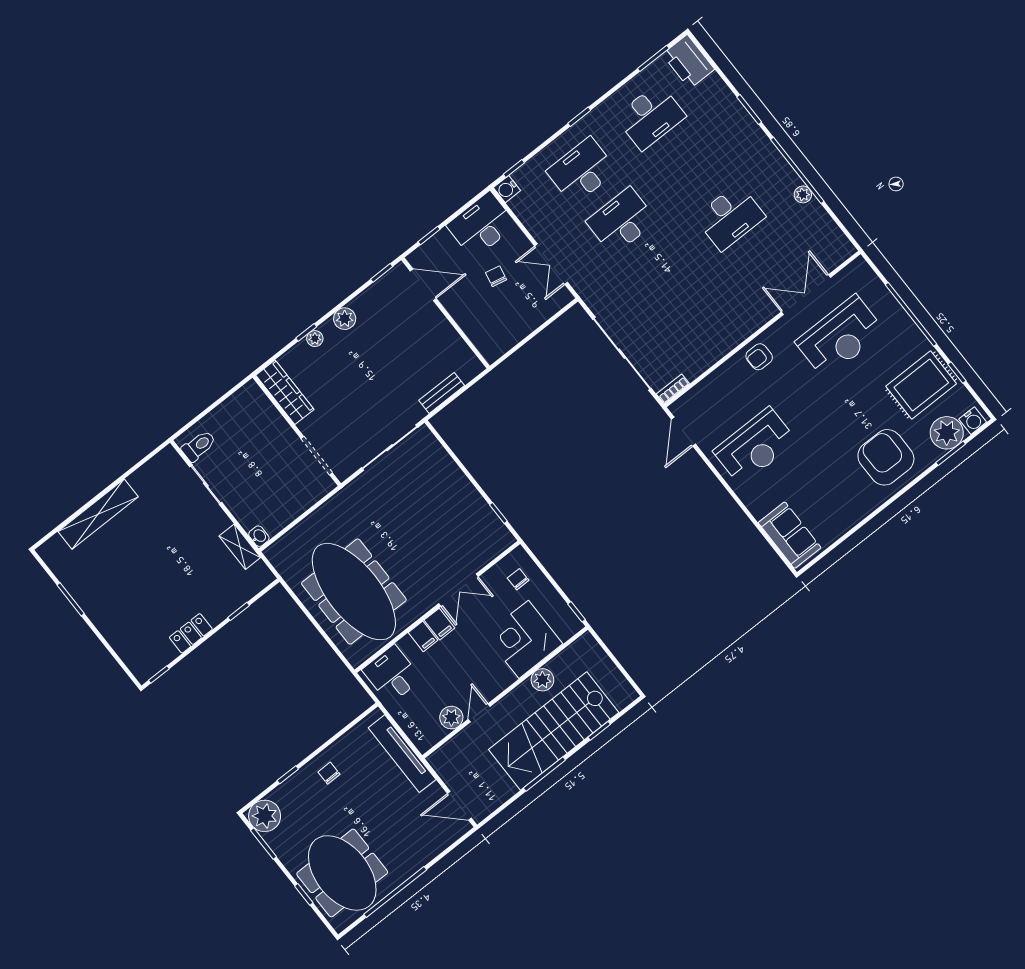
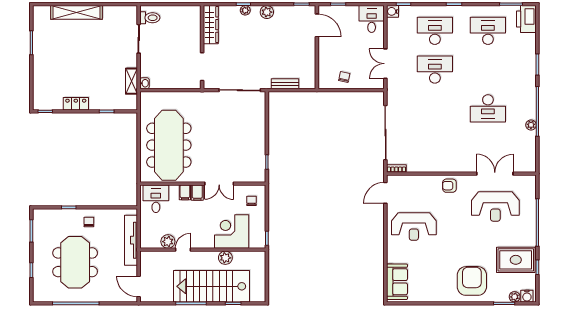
desk: (651, 117) -> (488, 31), turned 180
desk: (481, 225) -> (372, 19), width x0.73
chair: (496, 276) -> (344, 77), moved
plant: (947, 433) -> (515, 297), width x0.53, depth x0.53
plant: (265, 816) -> (42, 218), removed
meeting table: (342, 873) -> (75, 262), moved

